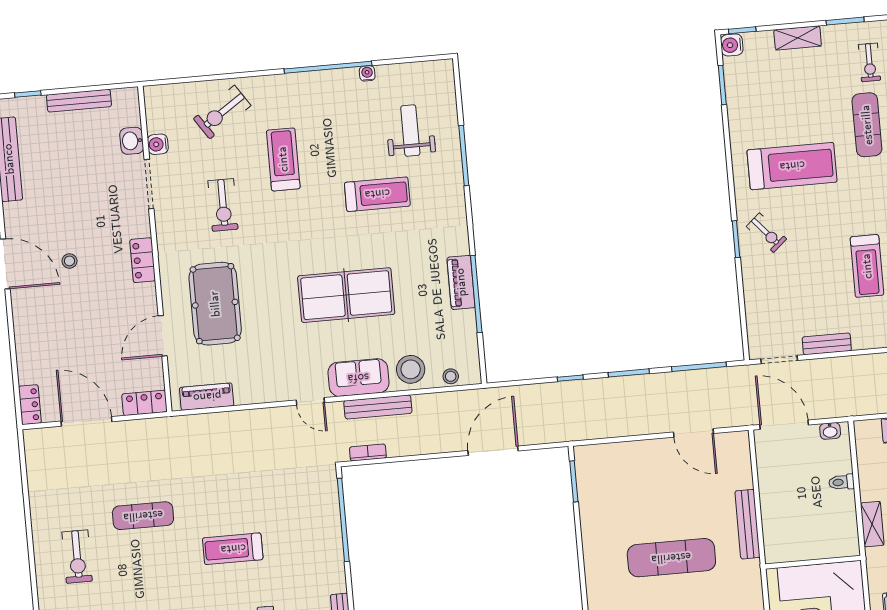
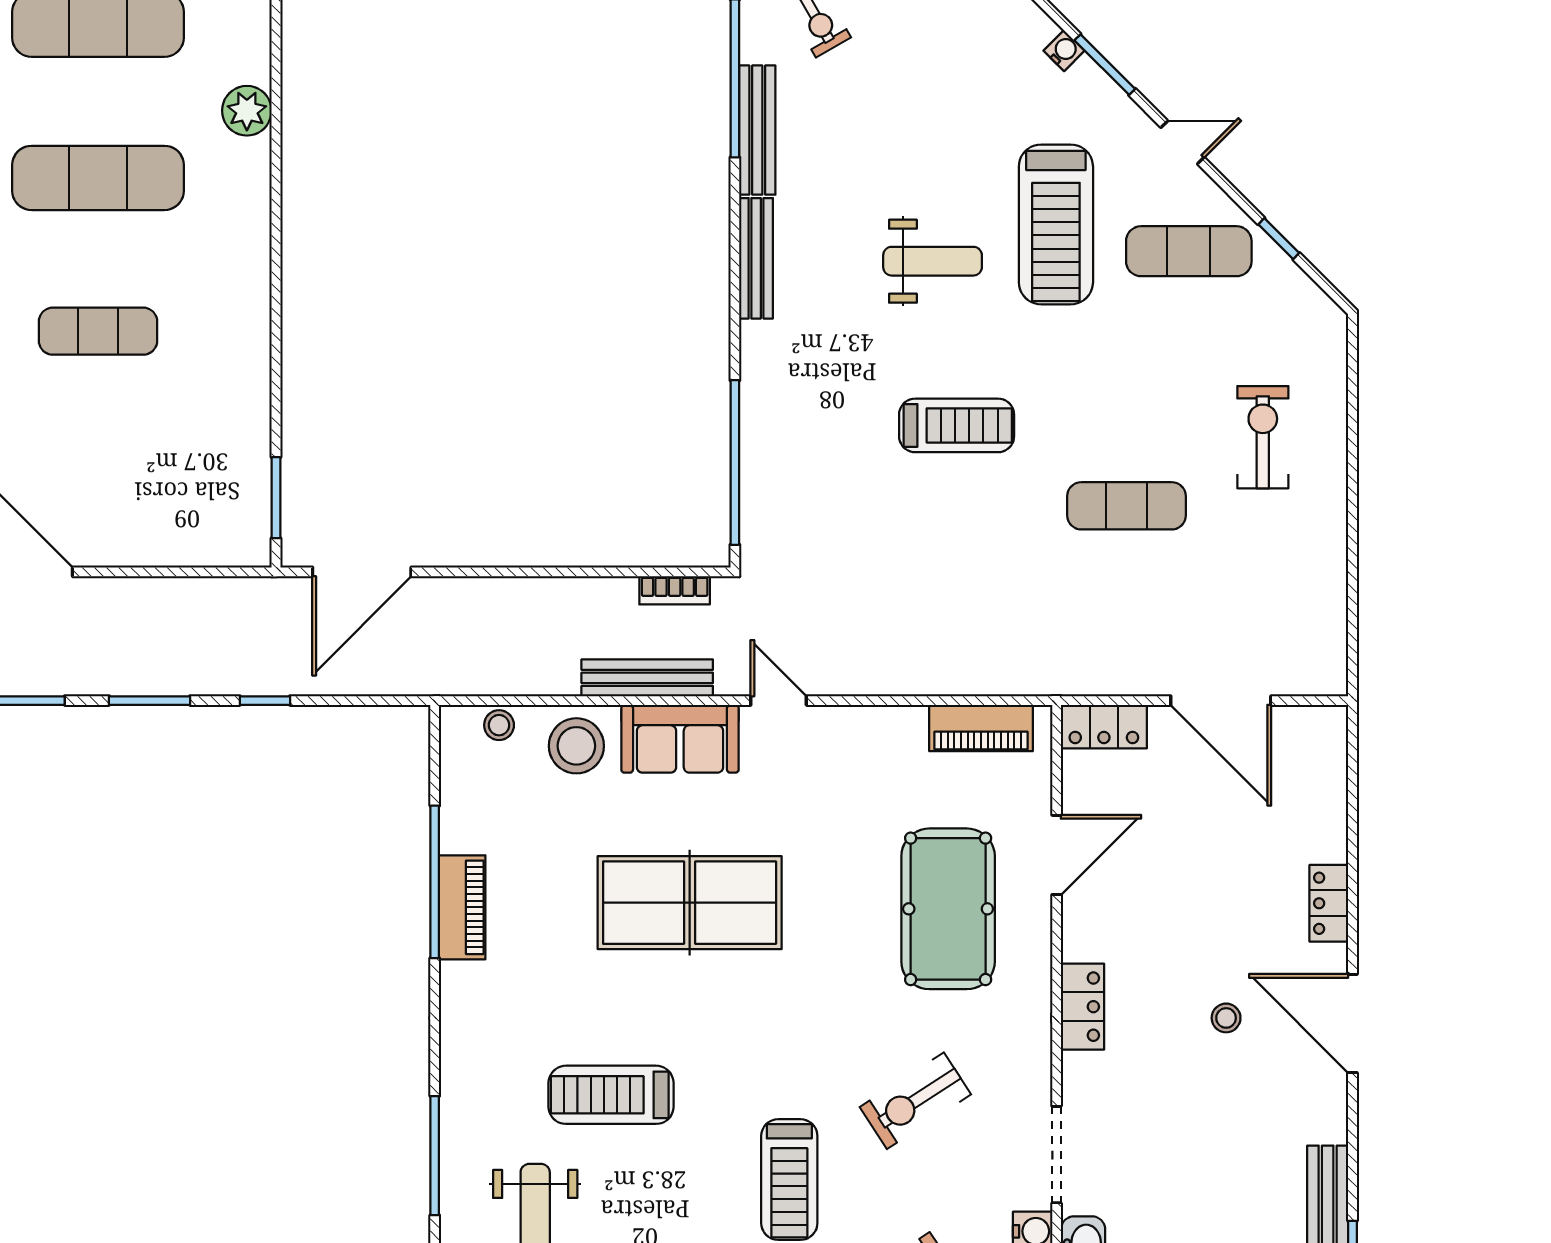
exercise bike: (223, 205) -> (915, 1101), turned -123
locker: (30, 405) -> (1329, 903), moved
door: (493, 451) -> (362, 572), moved
exercise mat: (671, 558) -> (98, 331), width x0.73, depth x0.69

